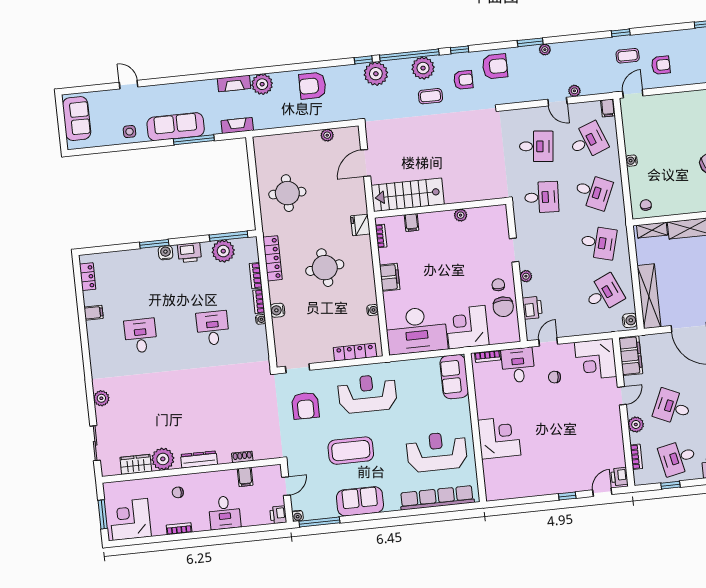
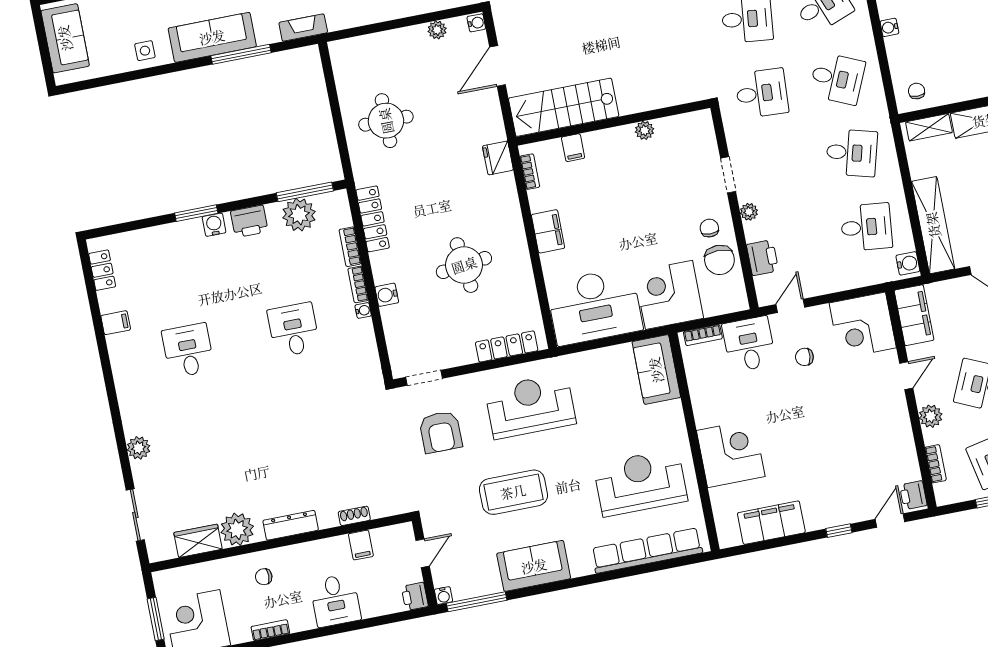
round table: (325, 268) -> (464, 265), moved
desk: (604, 293) -> (866, 227), turned 30
water cooler: (373, 310) -> (476, 23), moved
filing cabinet: (522, 487) -> (771, 523), added

